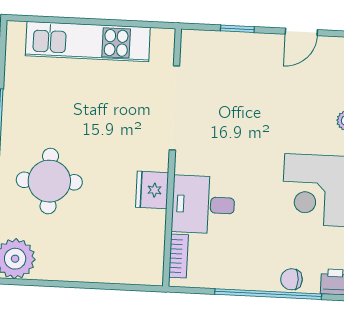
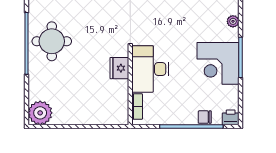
round table: (49, 181) -> (52, 41), moved
desk: (203, 205) -> (150, 69), width x1.37

